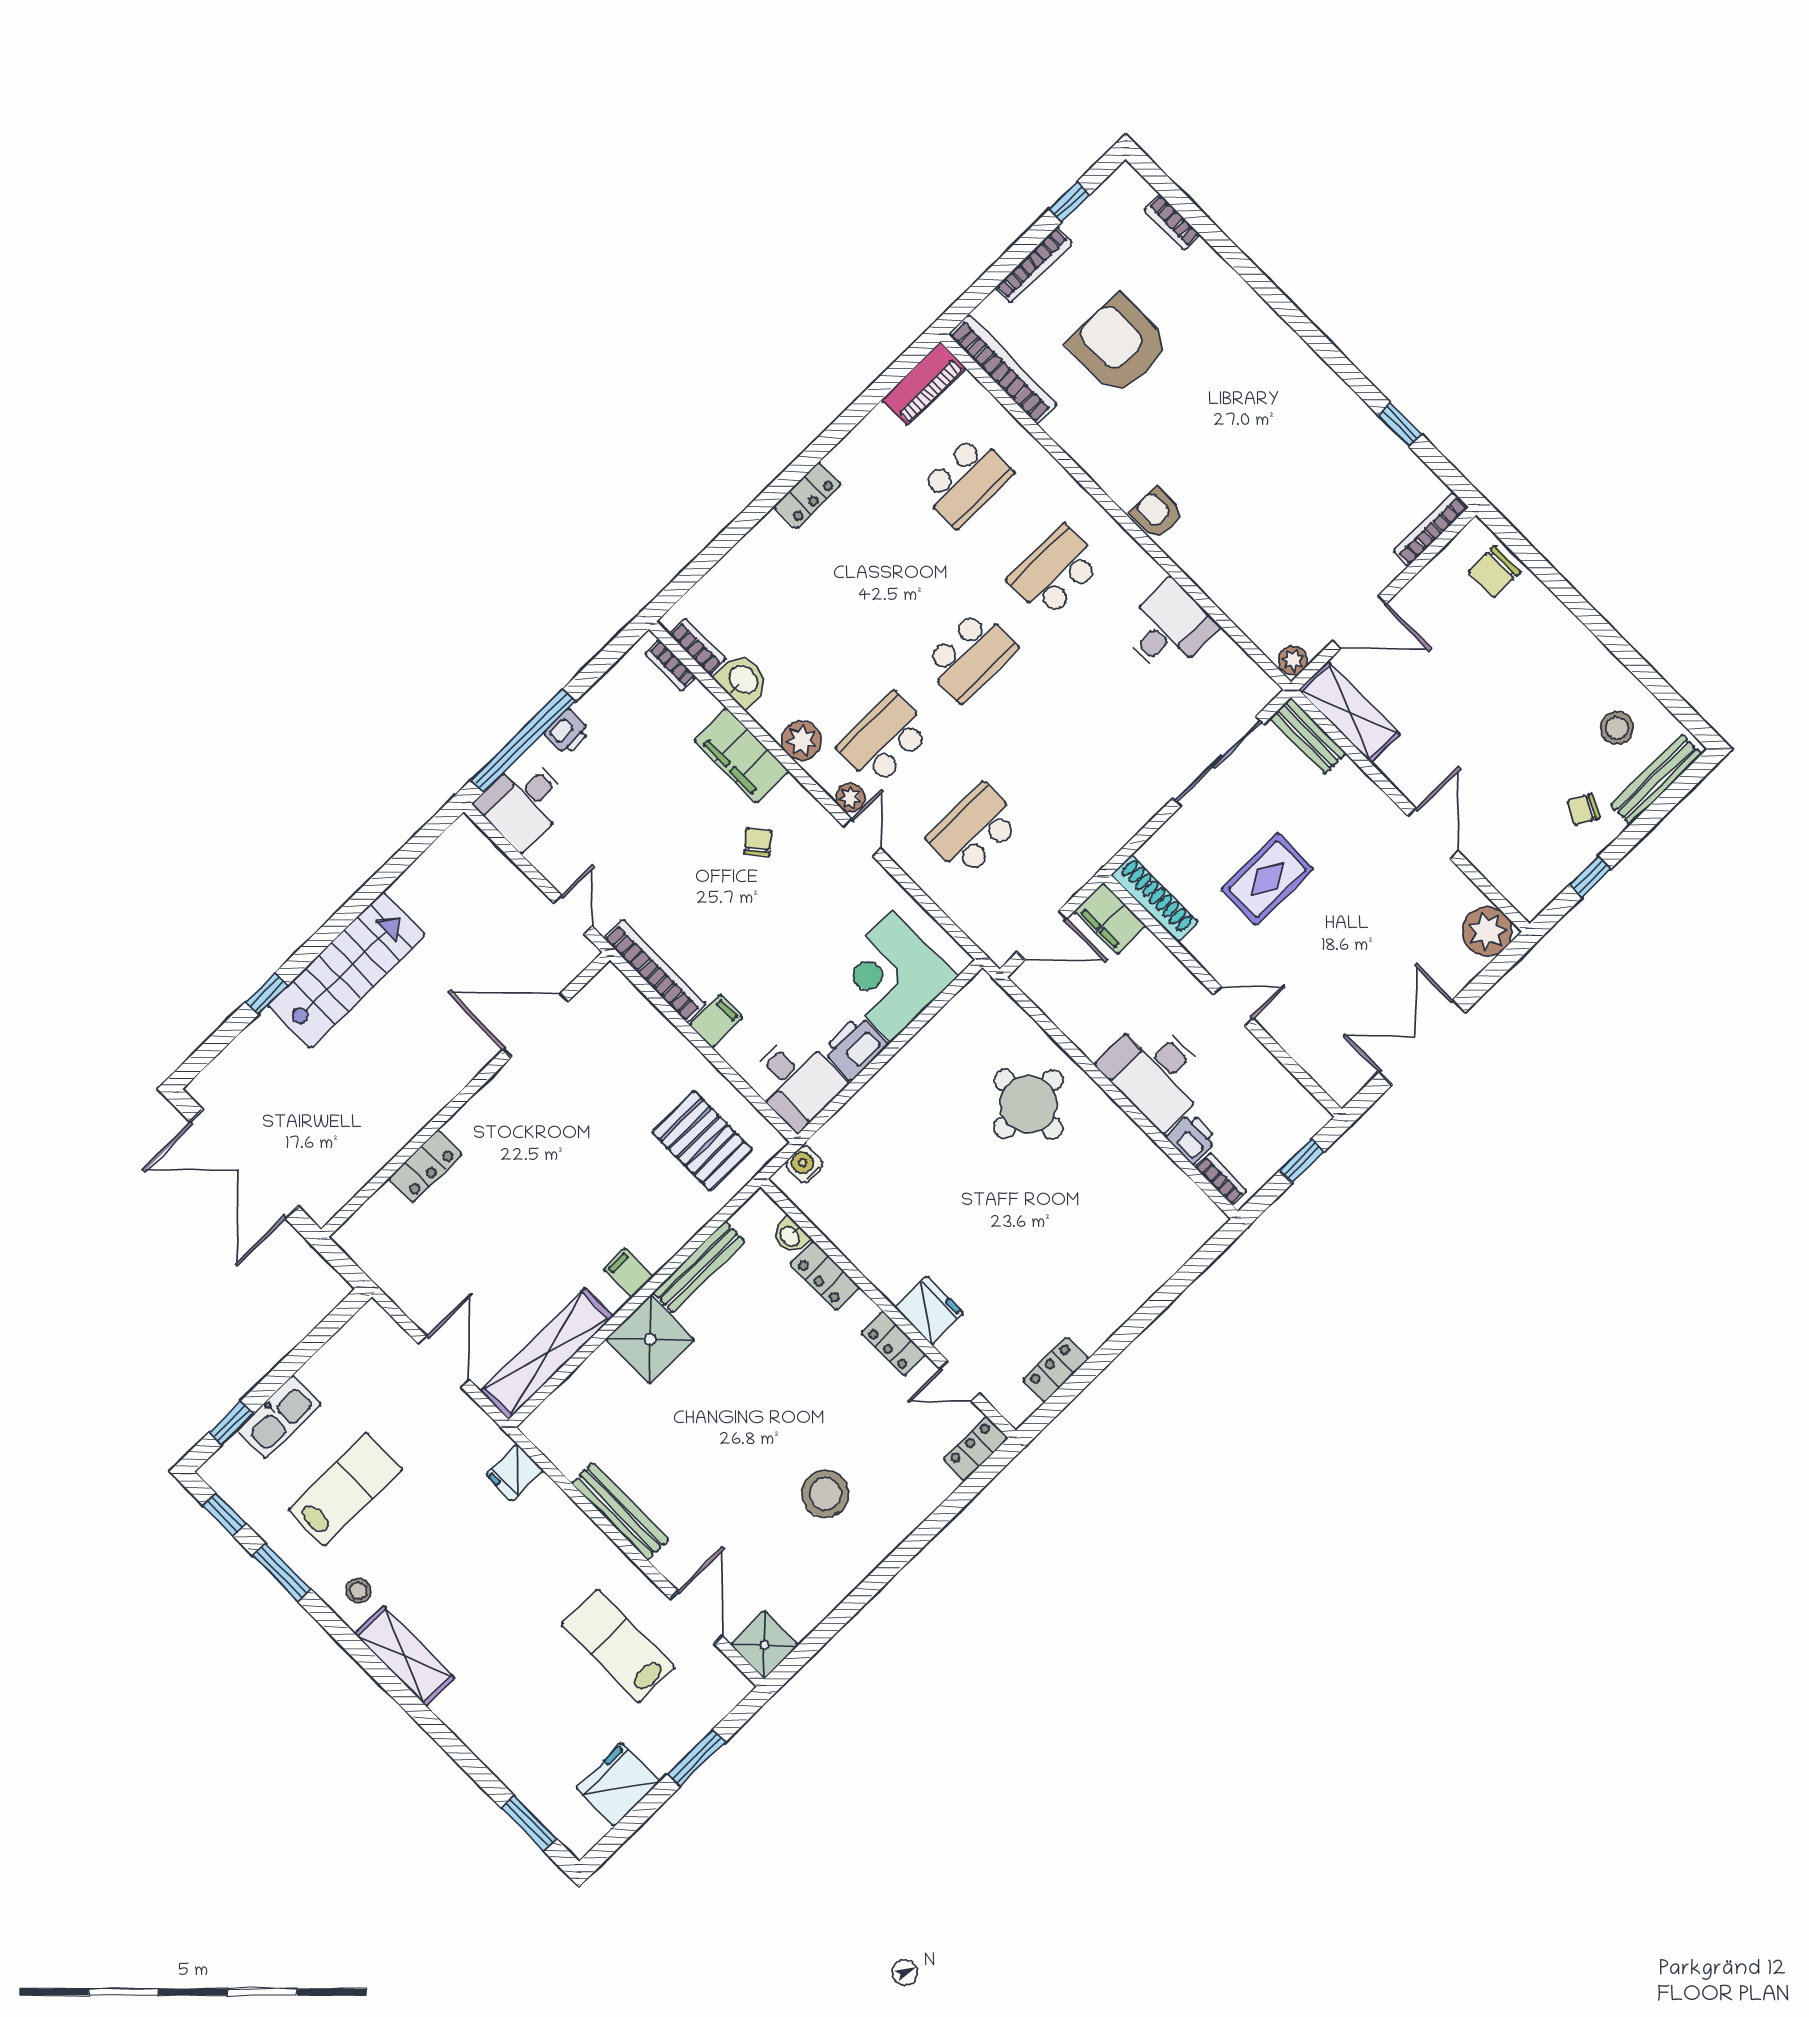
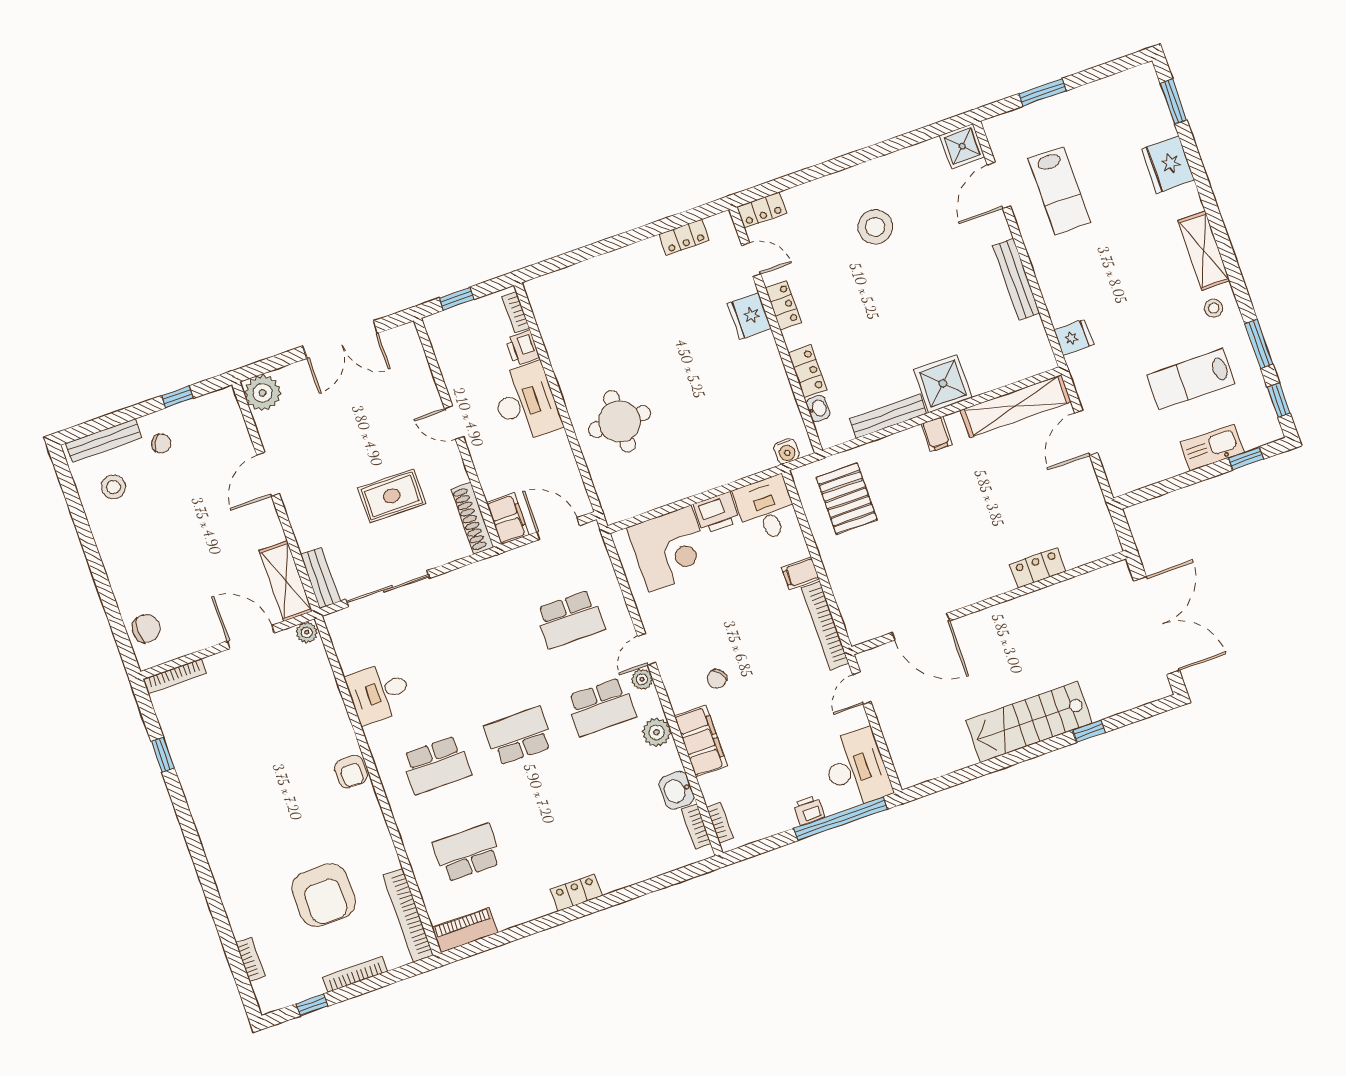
desk: (524, 802) -> (856, 769), width x1.37
fridge: (618, 1785) -> (1168, 164), moved, turned 90

